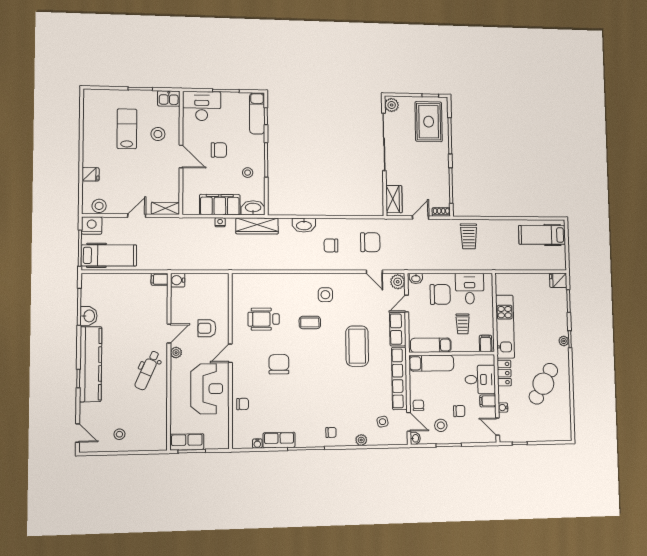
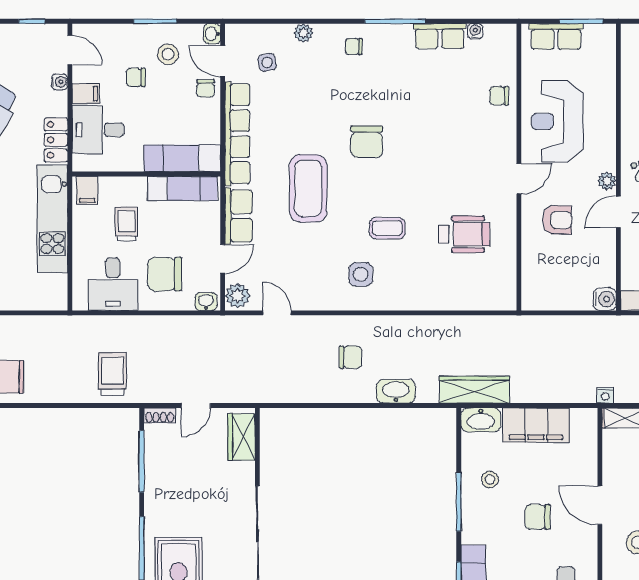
nightstand: (220, 222) -> (605, 395), moved
chair: (370, 242) -> (283, 363), removed
chair: (279, 364) -> (367, 142), moved
row of seats: (187, 442) -> (556, 36), moved

